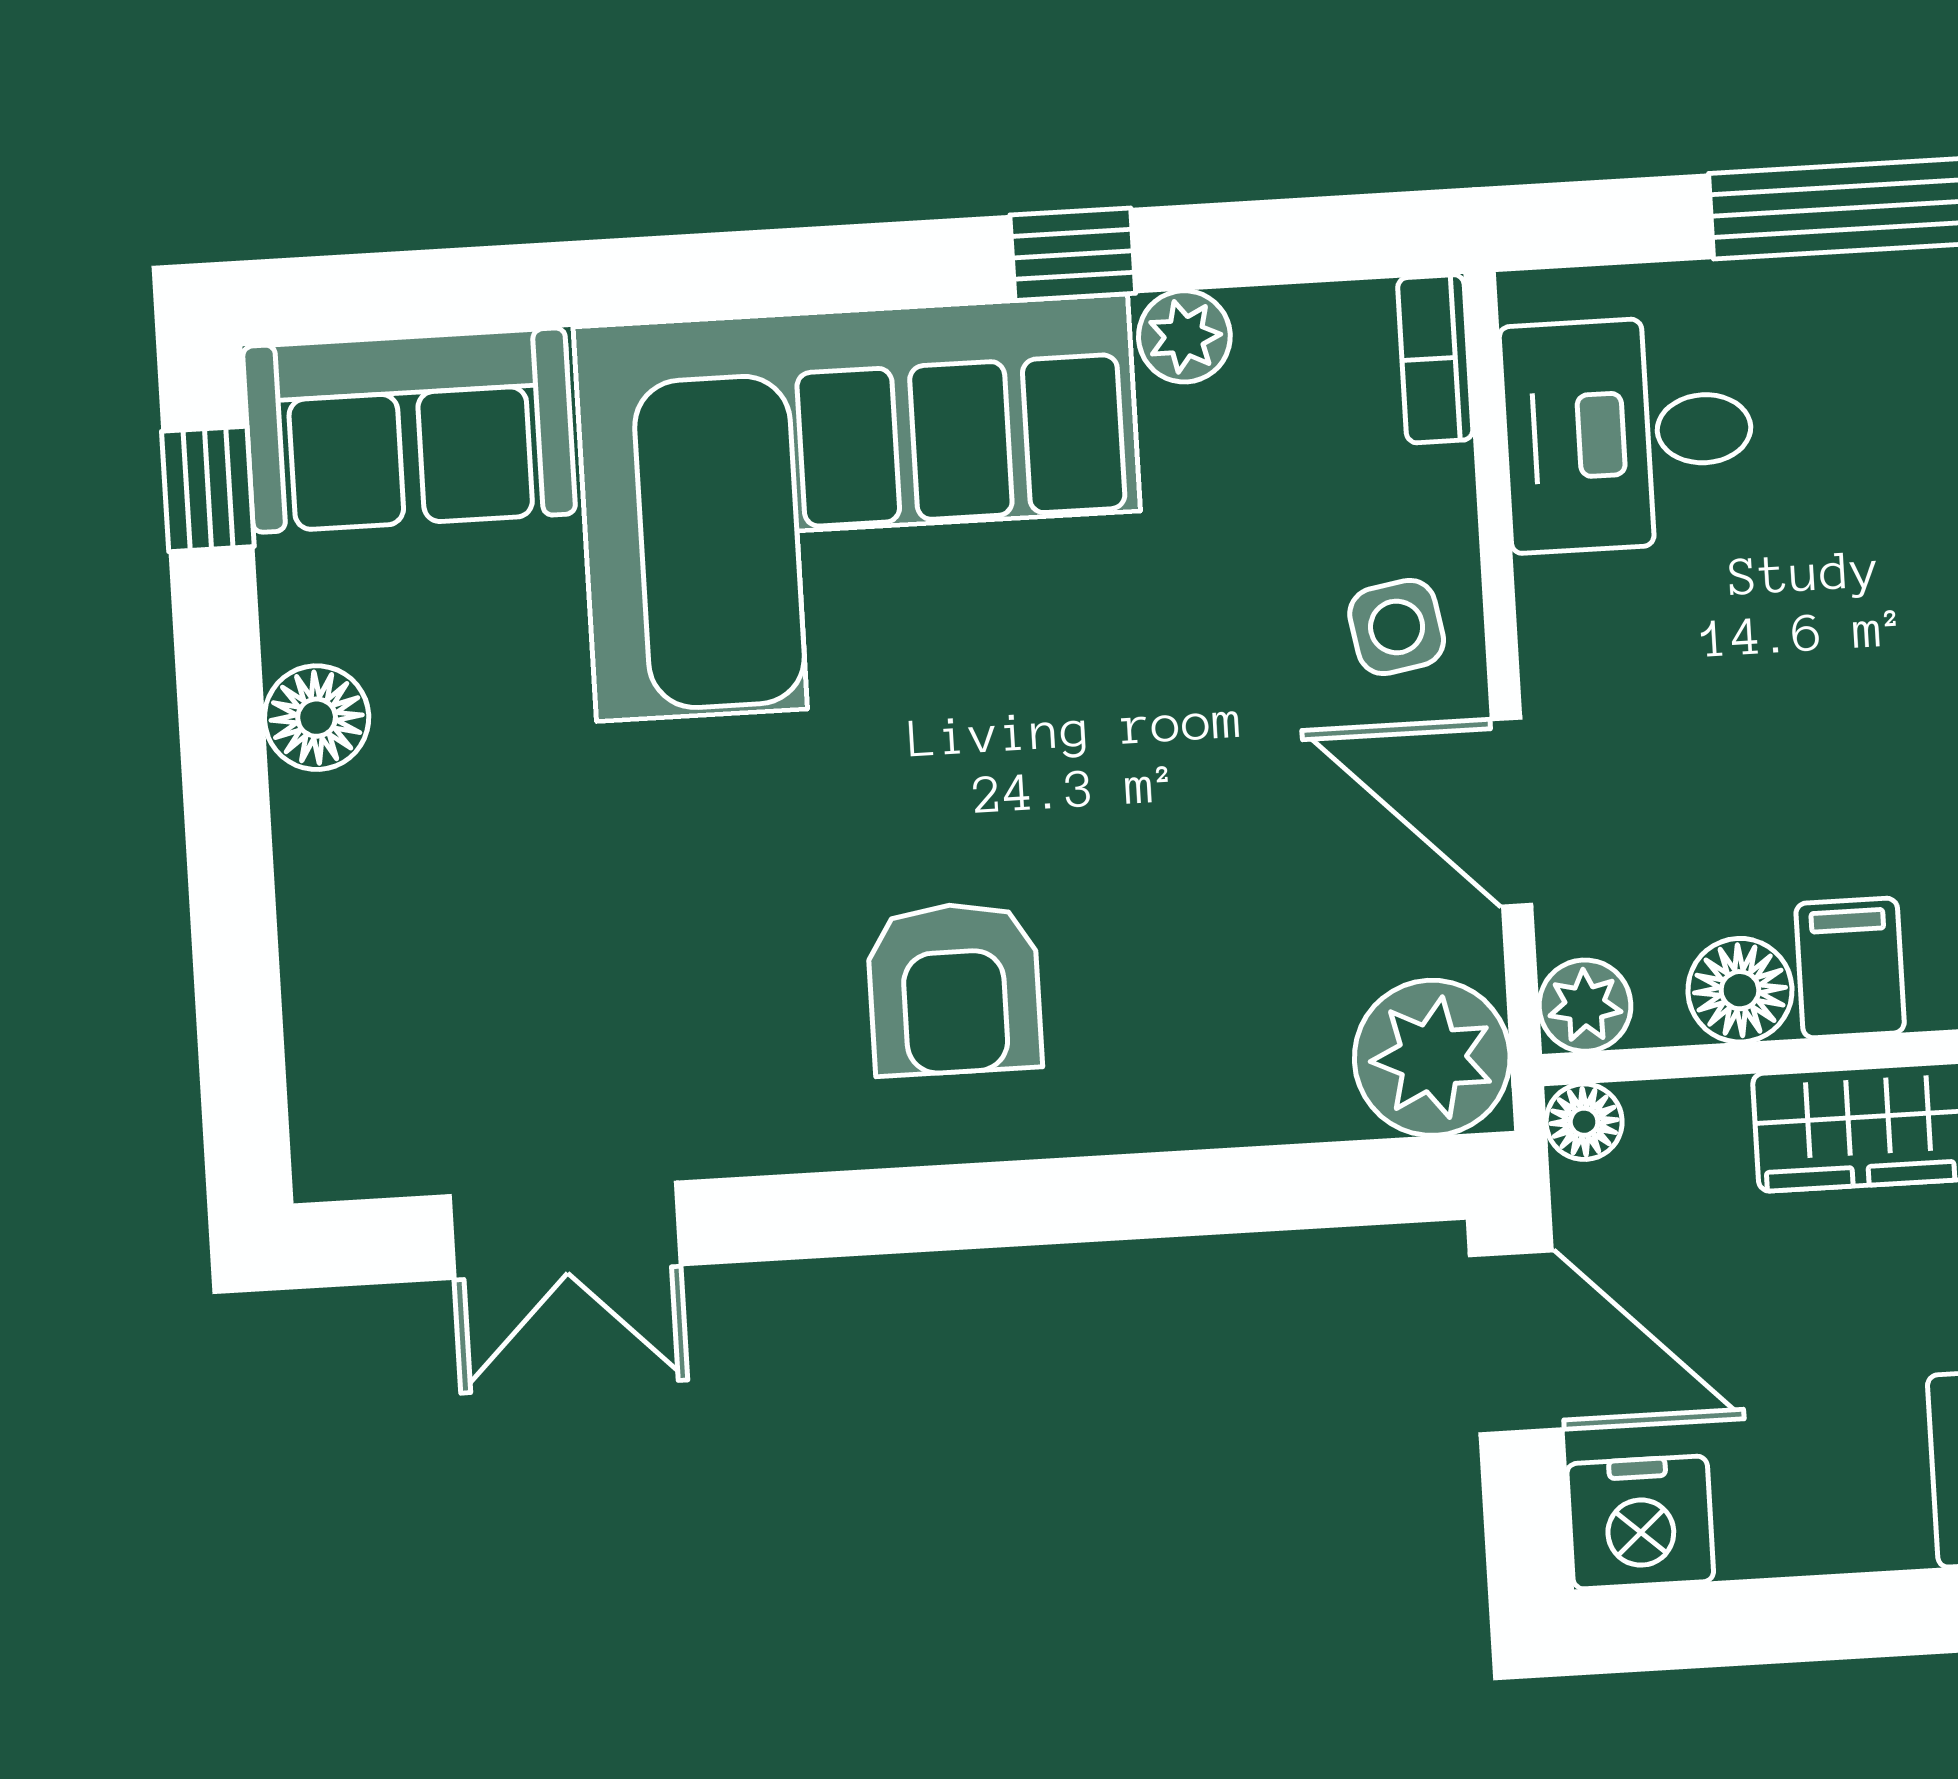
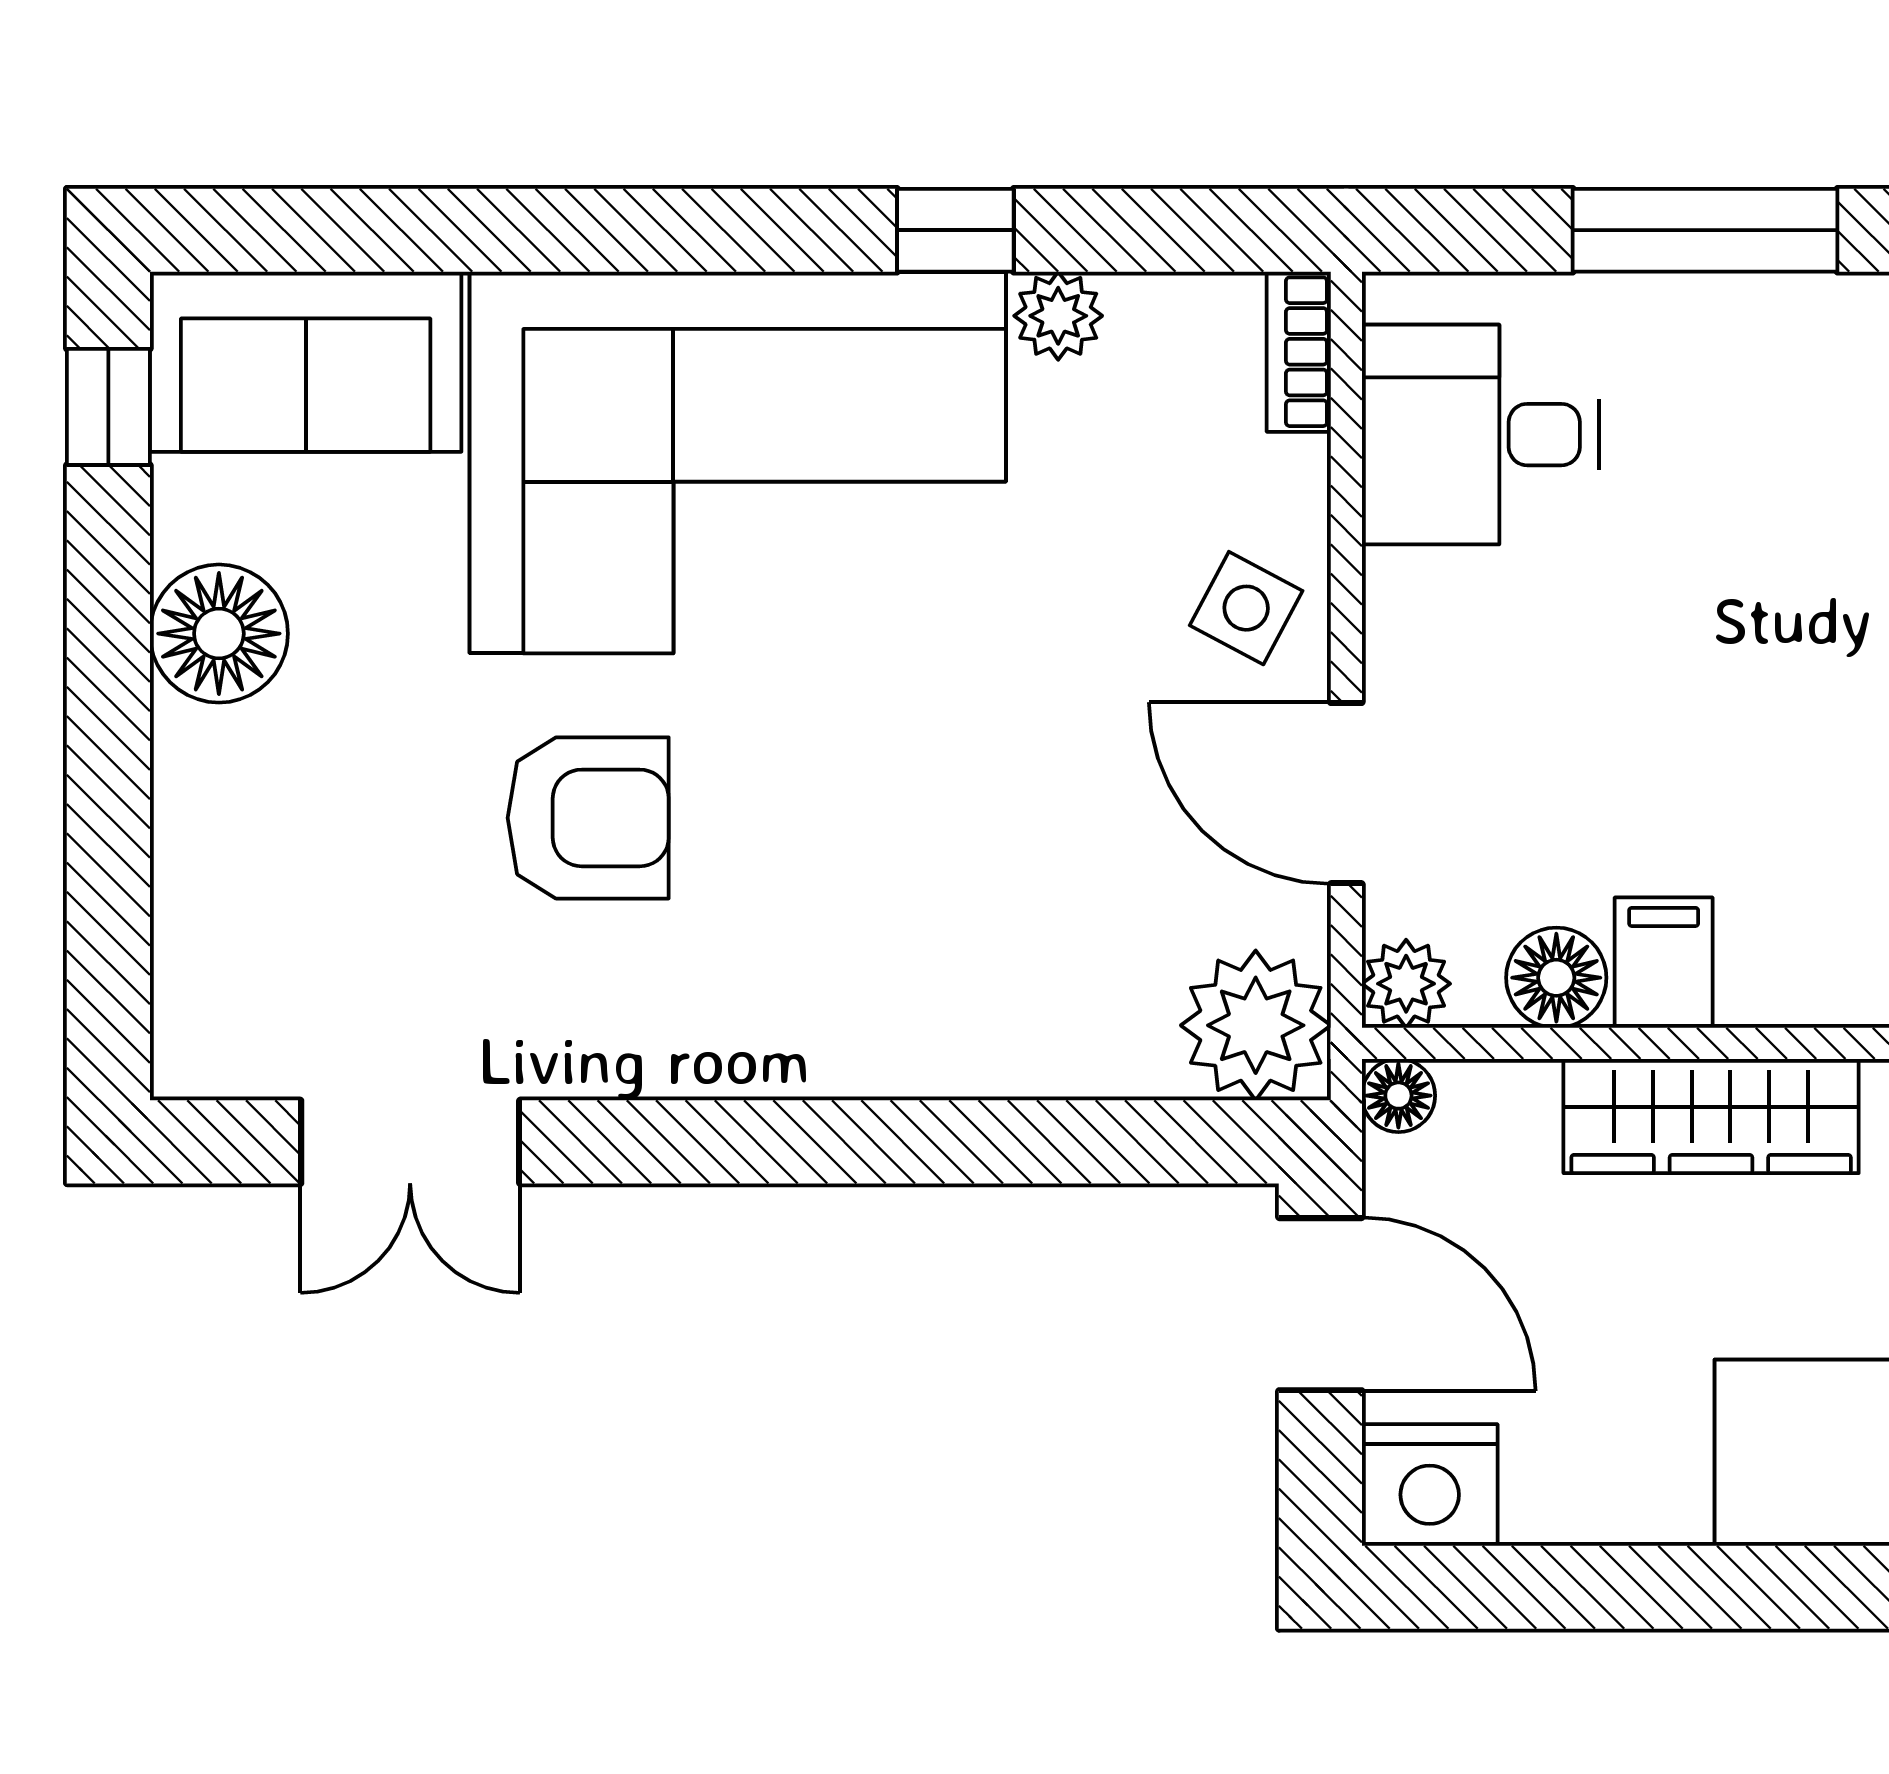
side table: (1397, 627) -> (1246, 608), turned 38
floor lamp: (317, 718) -> (219, 634), width x1.38, depth x1.38
armchair: (954, 989) -> (588, 818), moved, turned -90

